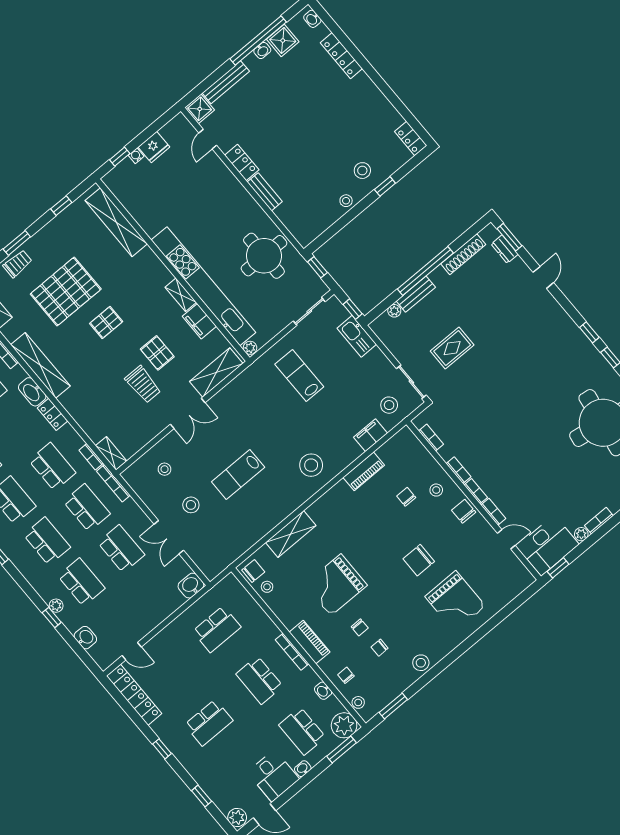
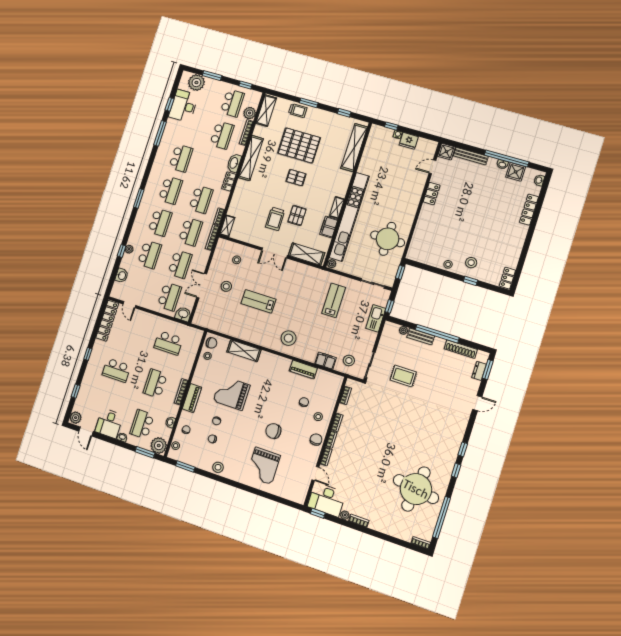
bench: (265, 192) -> (424, 217), removed
school desk: (156, 590) -> (169, 297), added

